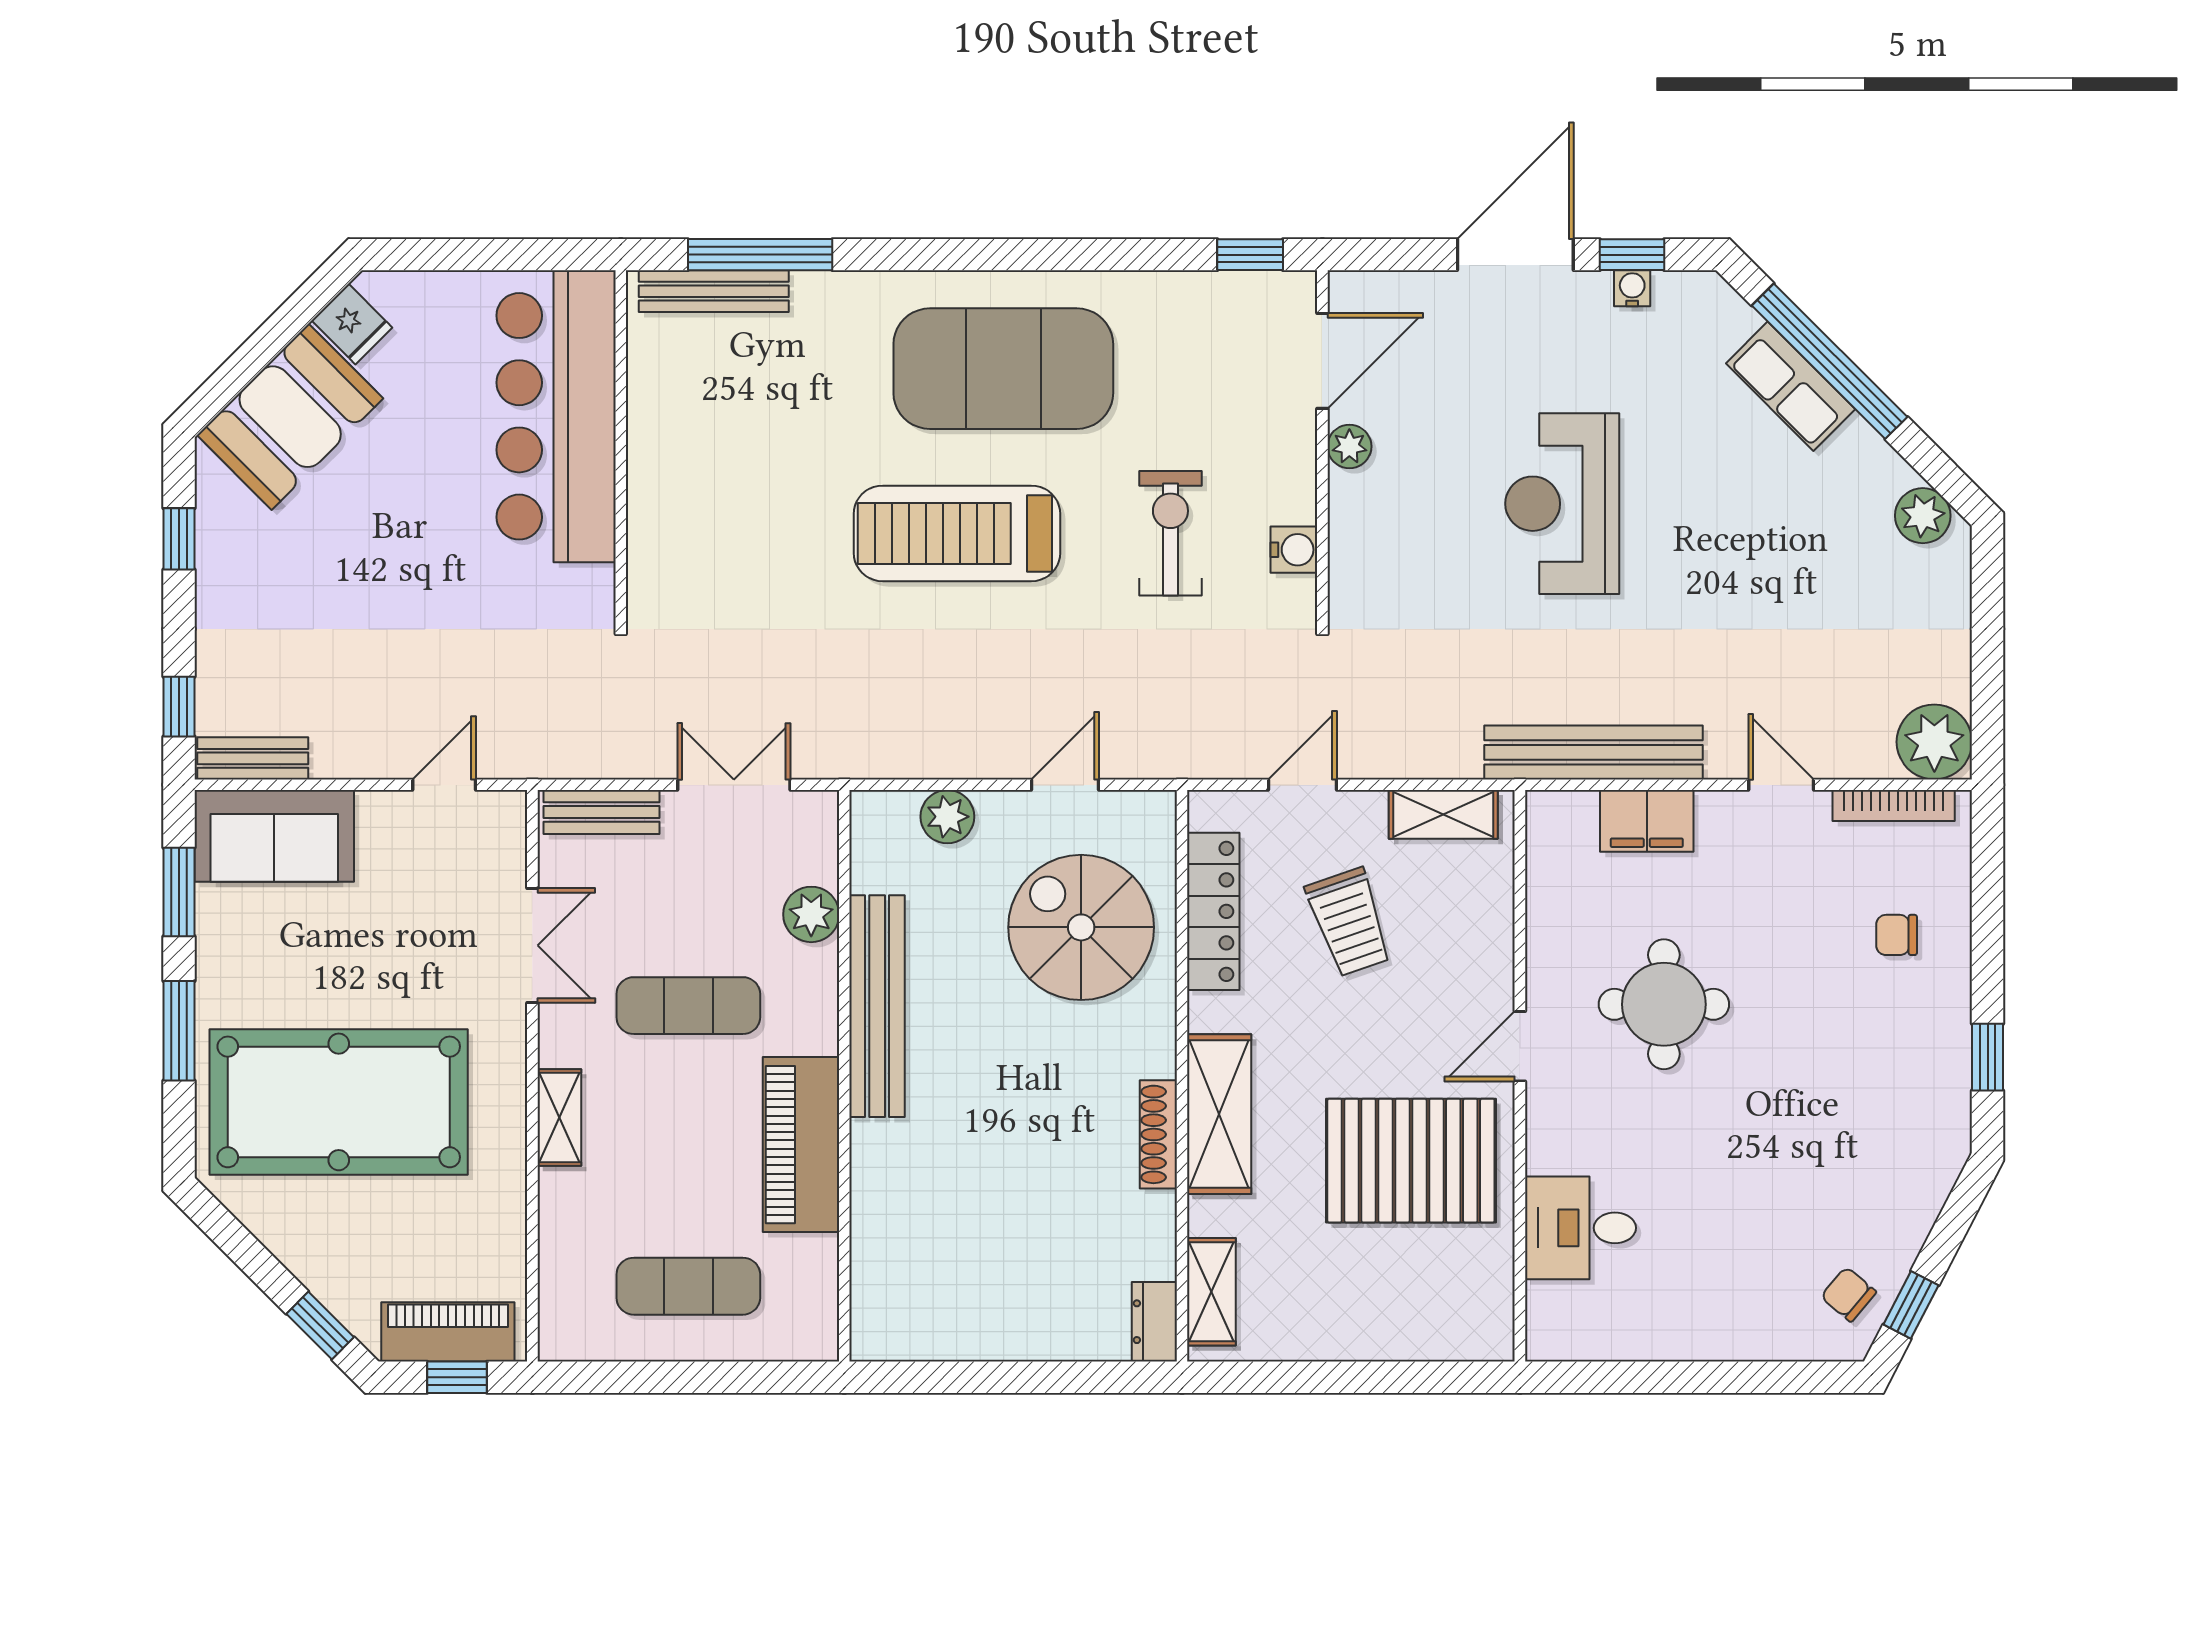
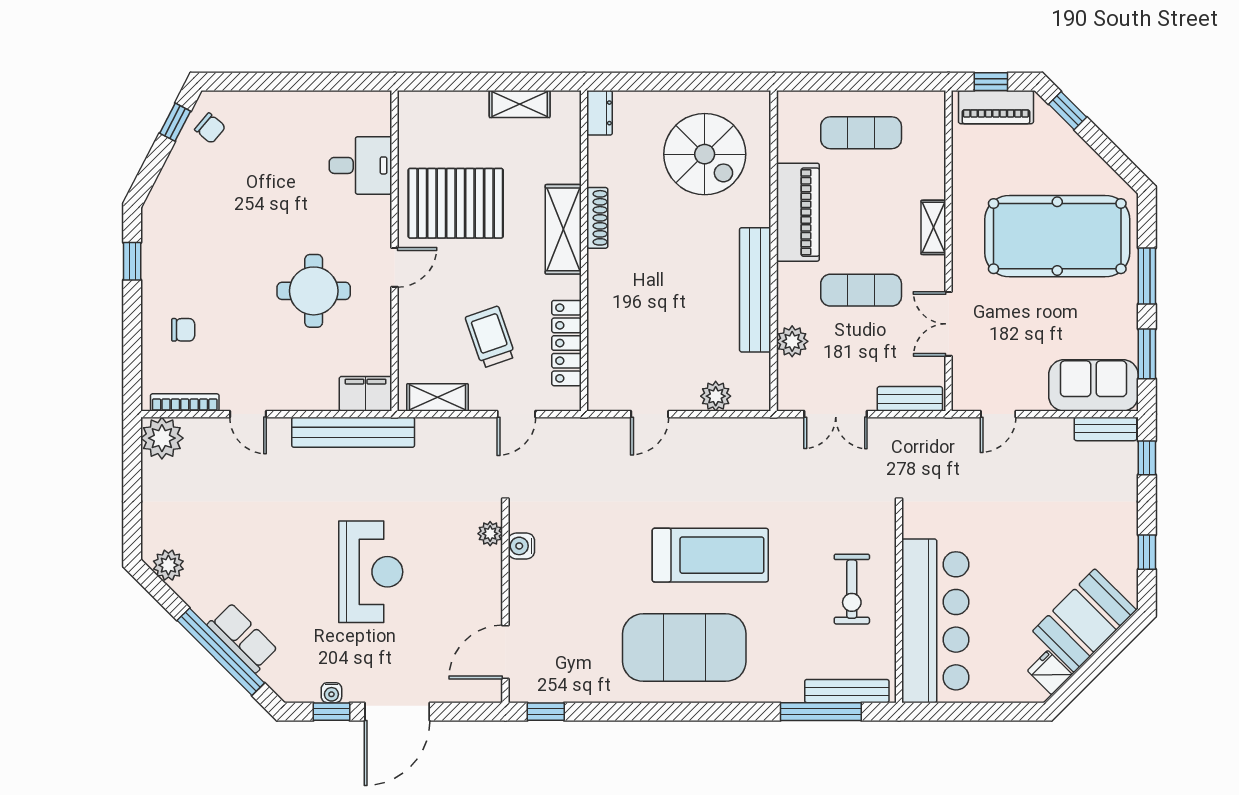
plant: (1349, 446) -> (490, 534), moved
exercise bike: (1170, 533) -> (852, 589), moved
filing cabinet: (1647, 821) -> (365, 394), moved
spiral stairs: (1081, 927) -> (705, 154), moved
shelving: (1211, 1292) -> (520, 104), moved, turned 90

